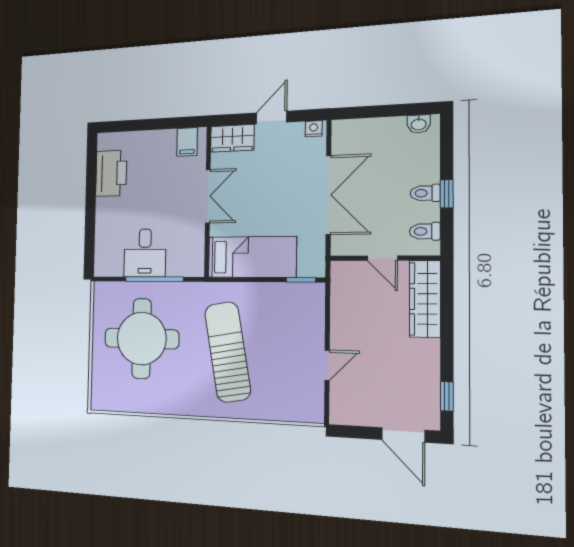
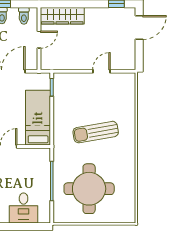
desk: (145, 253) -> (24, 208), moved, turned 90
sun lounger: (228, 352) -> (96, 132), width x0.73, depth x0.75
door: (327, 365) -> (101, 71), hinge flipped

